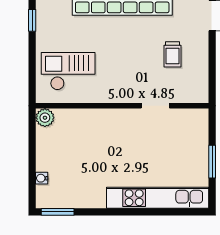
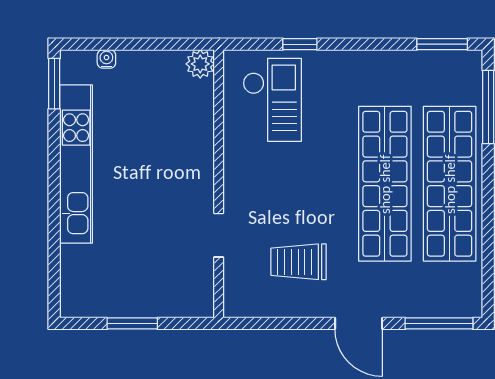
window: (32, 20) -> (300, 44), moved
trolley: (173, 54) -> (299, 262), width x1.36, depth x1.39
kitchen unit: (158, 198) -> (76, 164), moved

